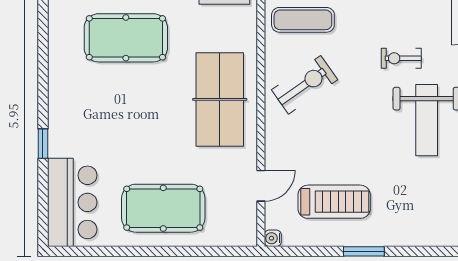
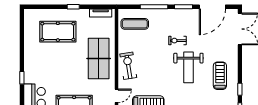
exercise bike: (305, 85) -> (128, 66), moved, turned -64

